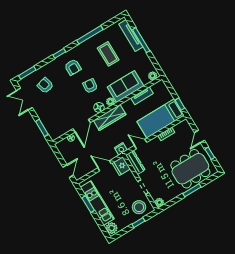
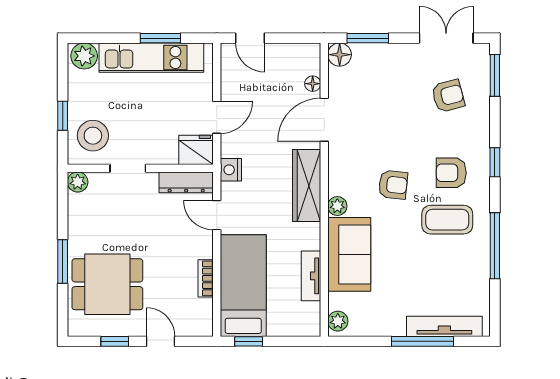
coffee table: (108, 54) -> (447, 220), moved
floor lamp: (99, 107) -> (340, 55), moved
door: (82, 126) -> (324, 120), hinge flipped
door: (141, 144) -> (217, 215), swing flipped
dining table: (190, 169) -> (107, 284), width x0.73

